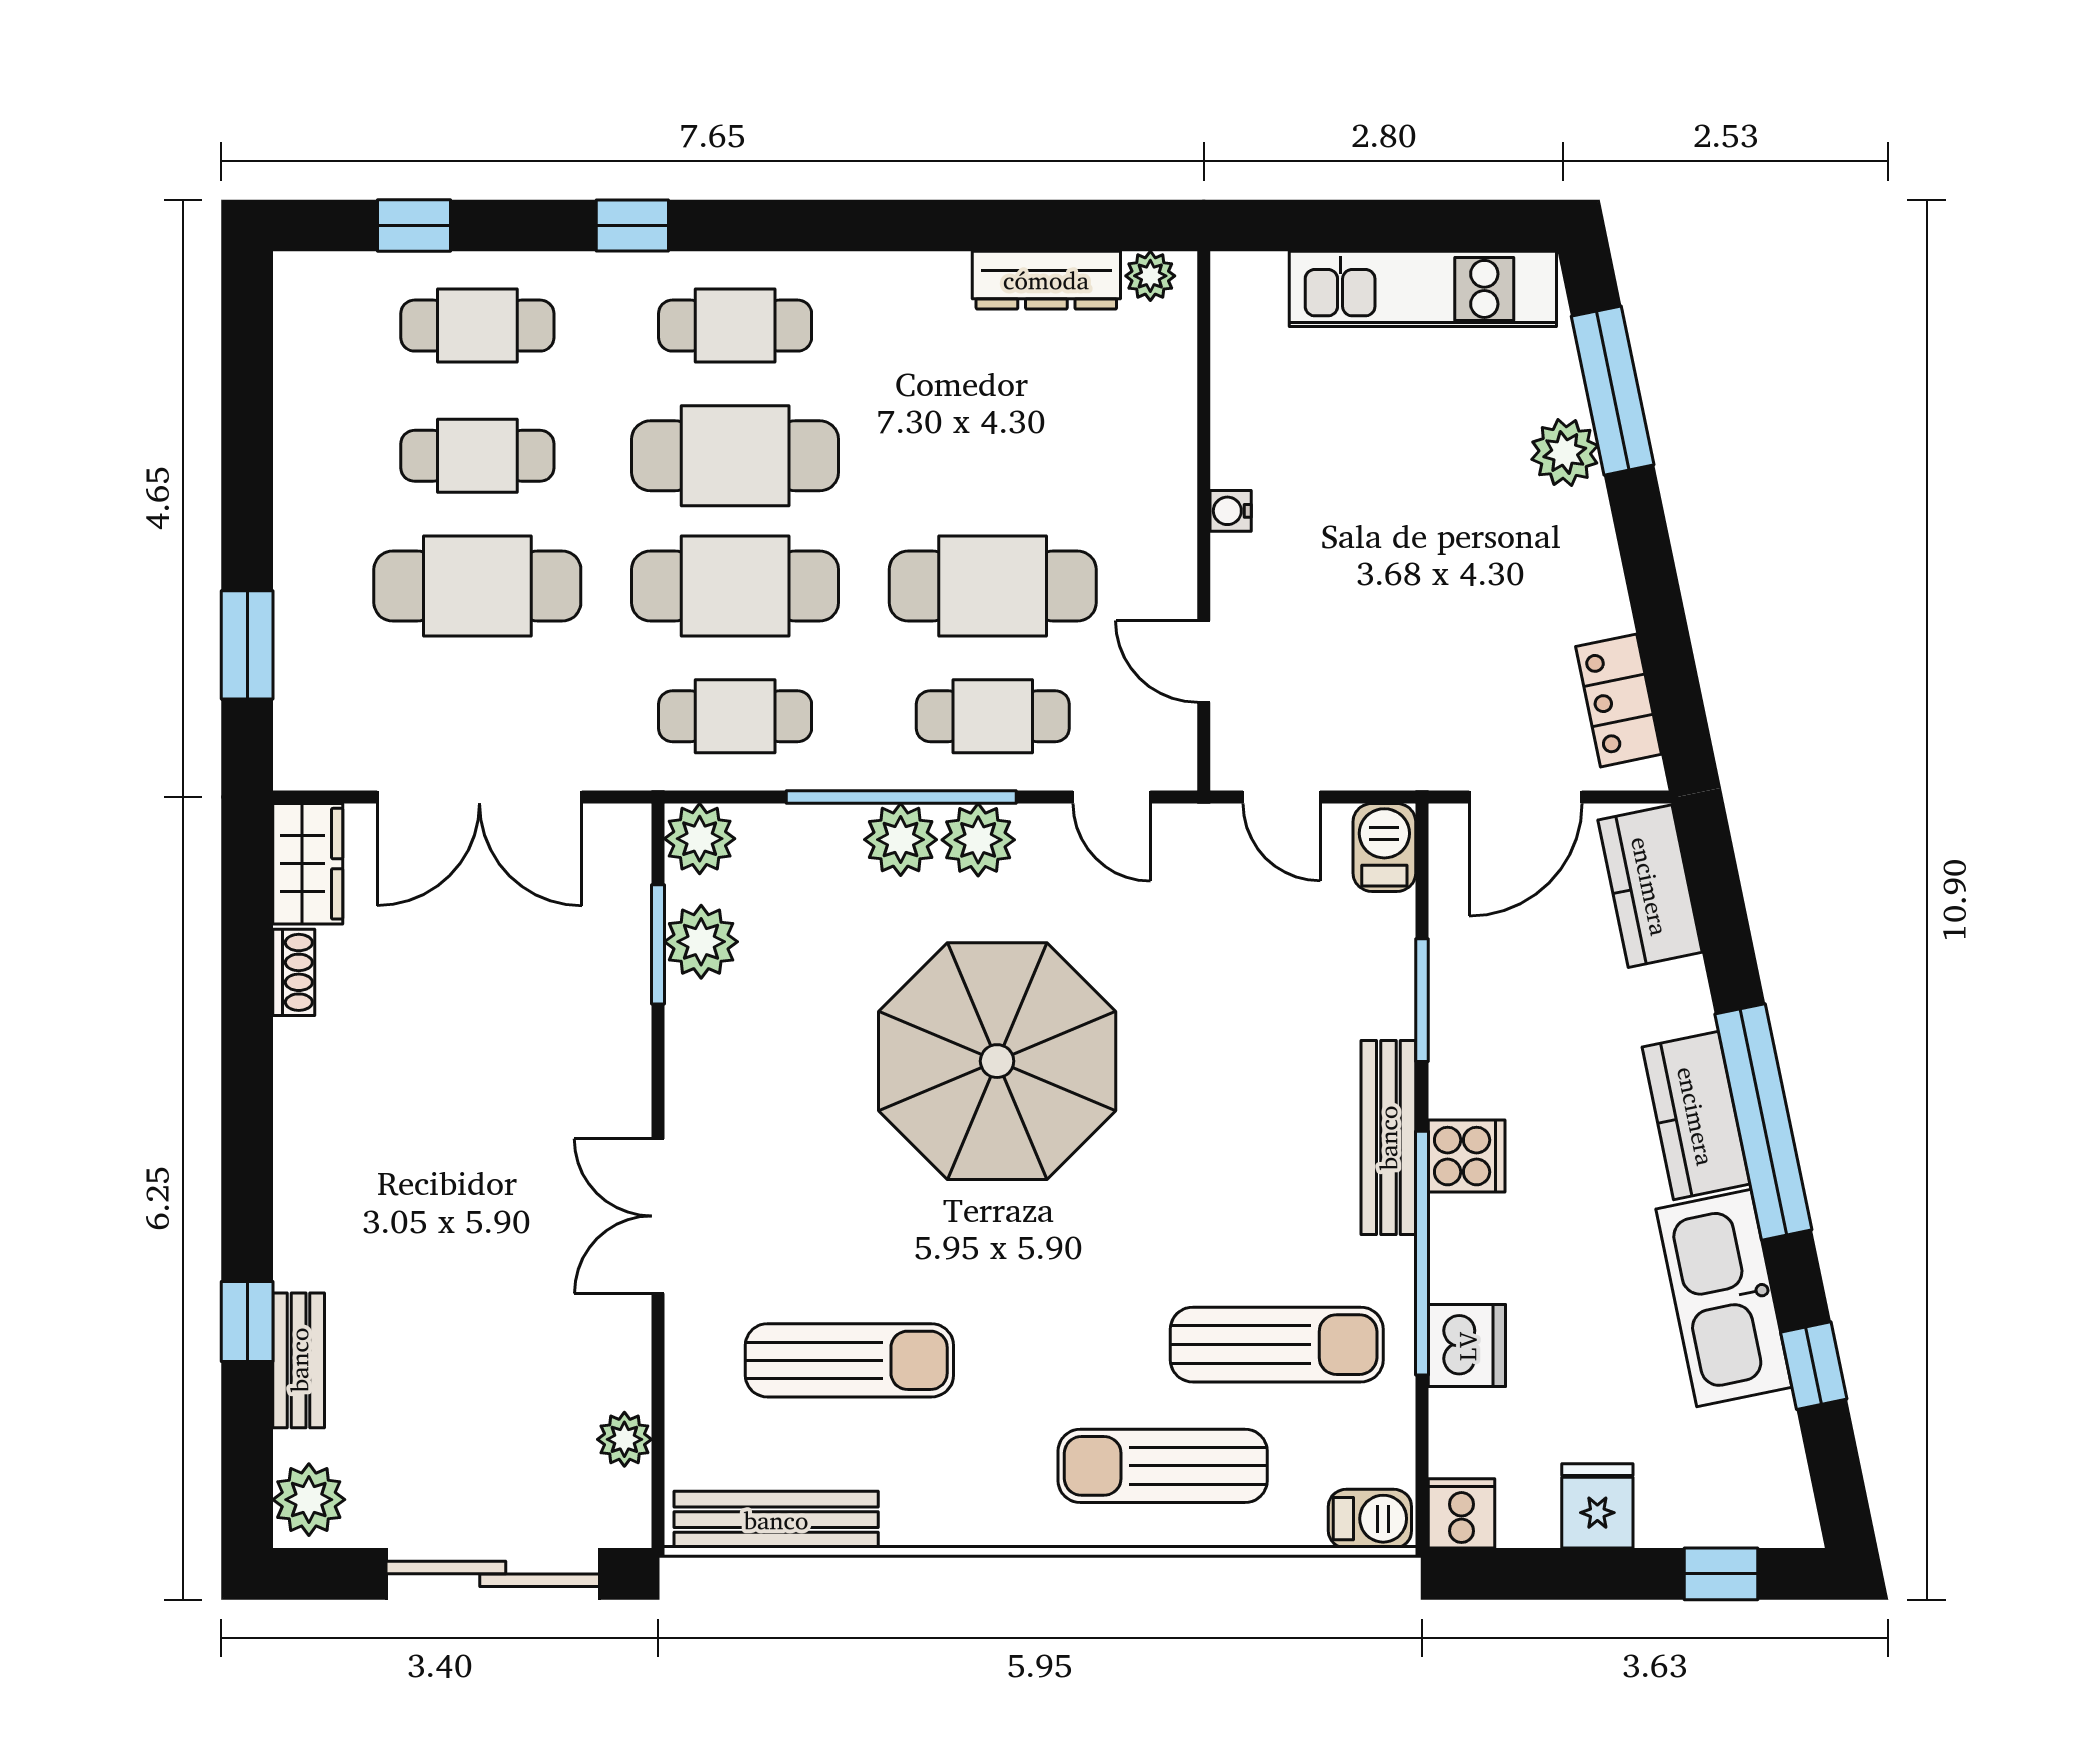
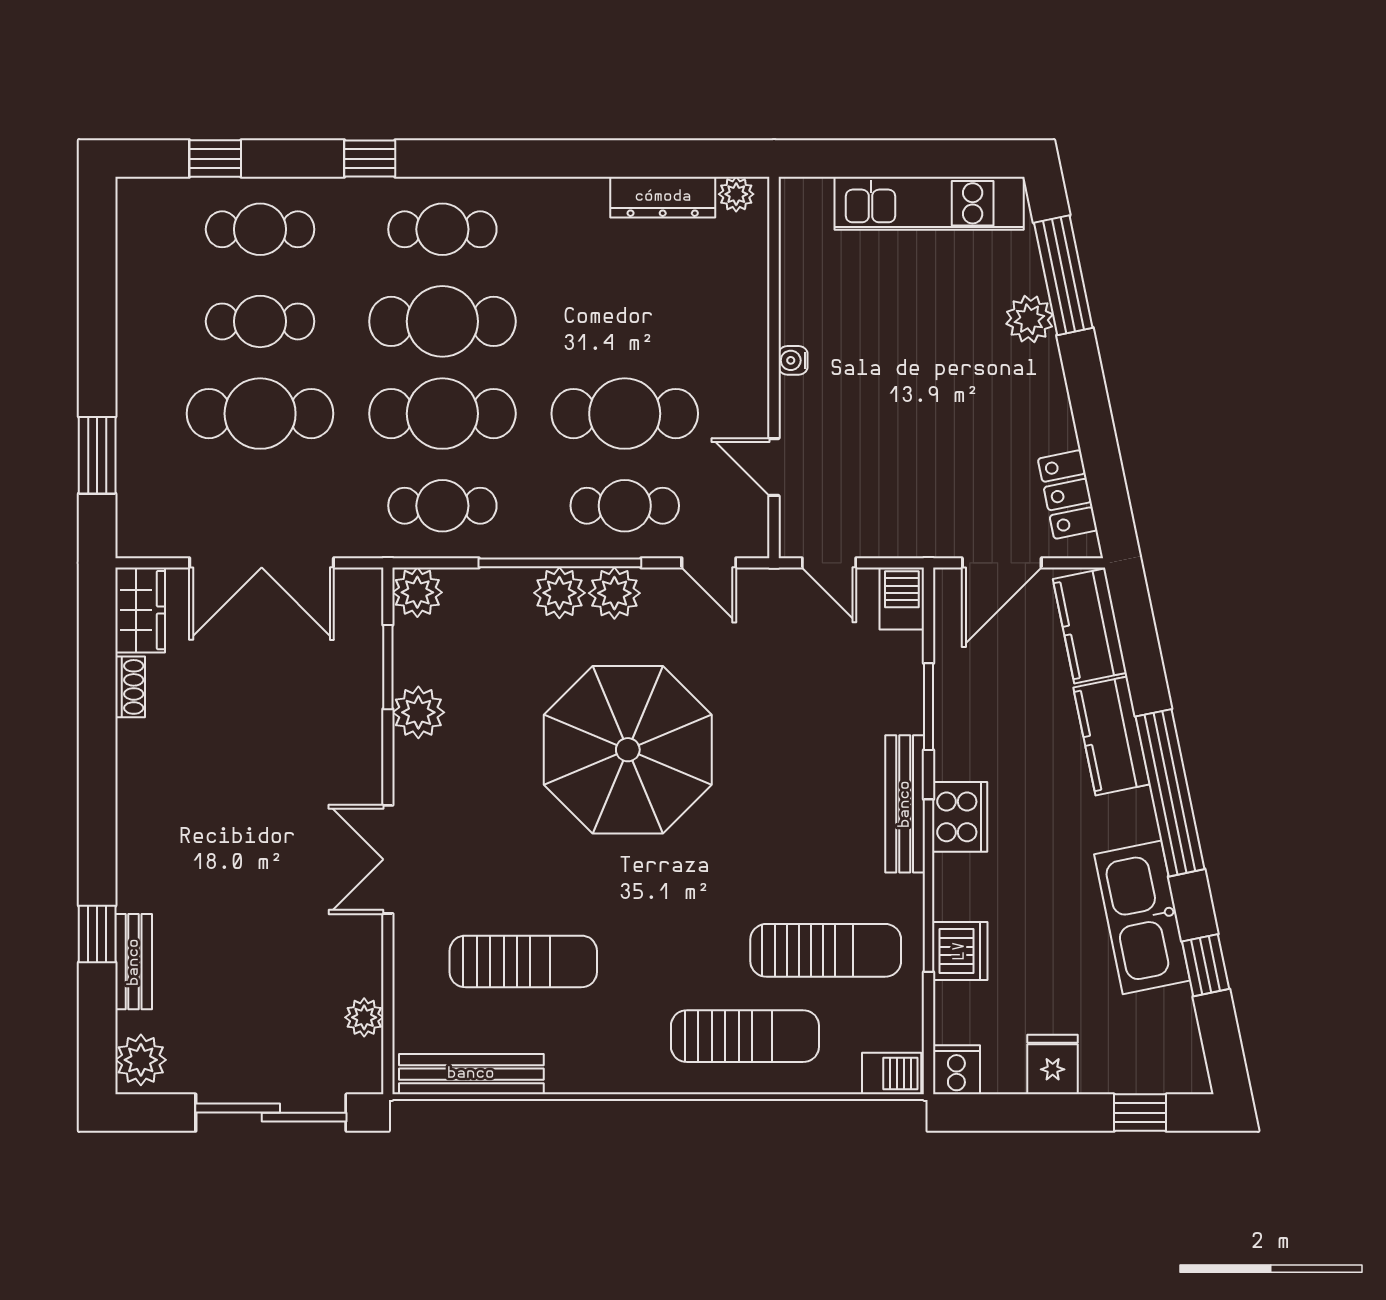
plant: (701, 942) -> (418, 712), moved
kitchen counter: (1696, 1116) -> (1112, 736), moved
cooker: (1467, 1156) -> (960, 817), width x1.36
sun lounger: (1163, 1466) -> (745, 1036), turned 180

